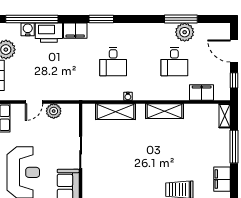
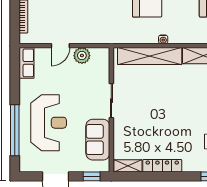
shelving: (115, 112) -> (150, 56), width x1.47

